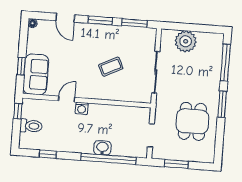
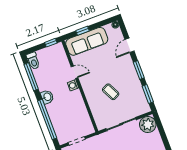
plant: (186, 41) -> (148, 124), moved
sofa: (36, 74) -> (87, 41), width x1.36
toilet: (31, 126) -> (33, 61), moved
washbasin: (102, 148) -> (47, 97), moved
window: (48, 154) -> (31, 77), width x2.17

